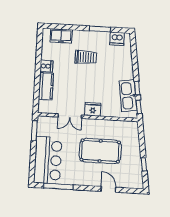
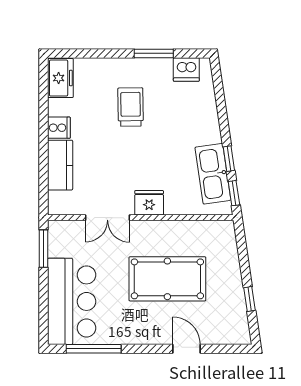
freezer: (61, 36) -> (60, 78), moved, turned -90
trolley: (86, 57) -> (131, 107), turned -91

